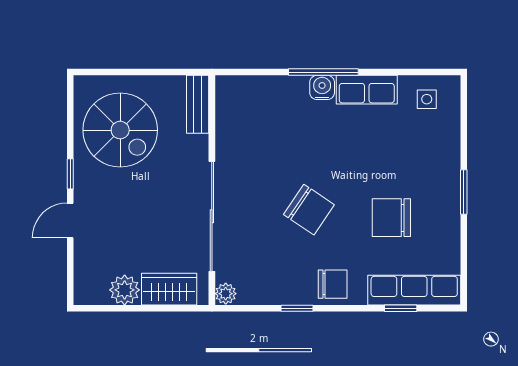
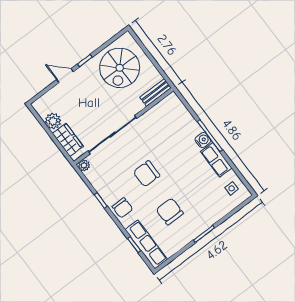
chair: (309, 210) -> (147, 174), turned 56

